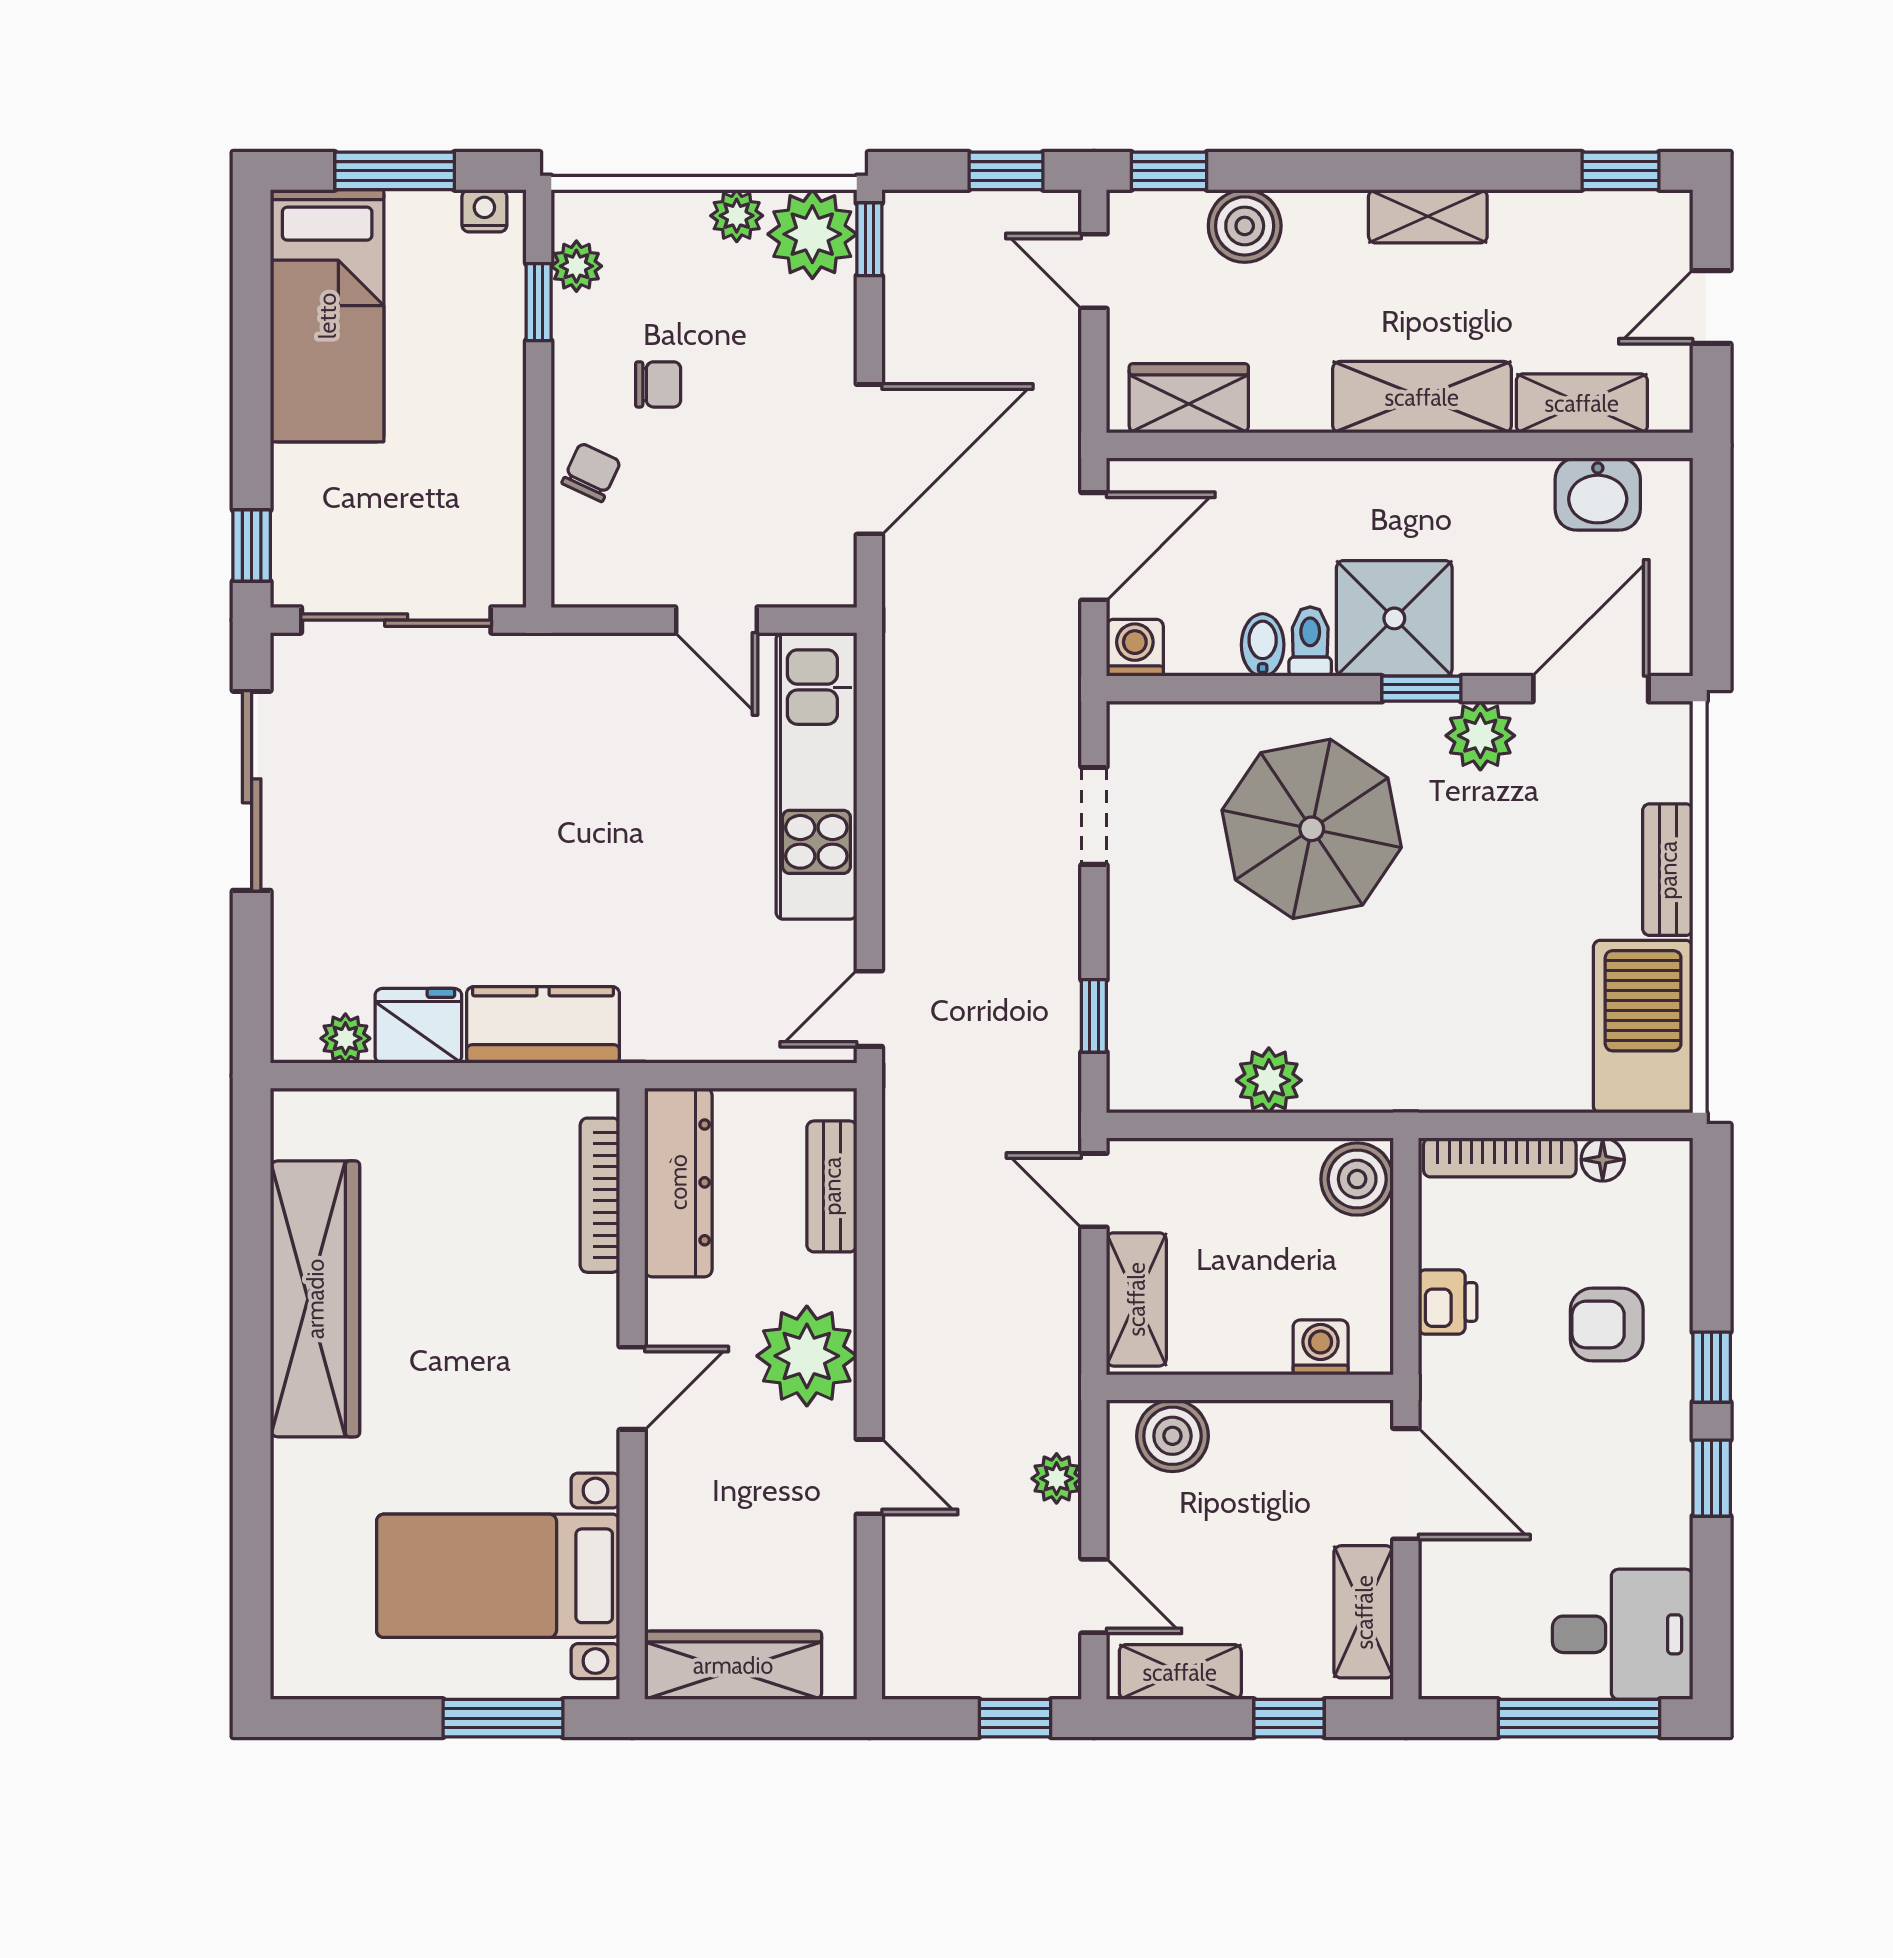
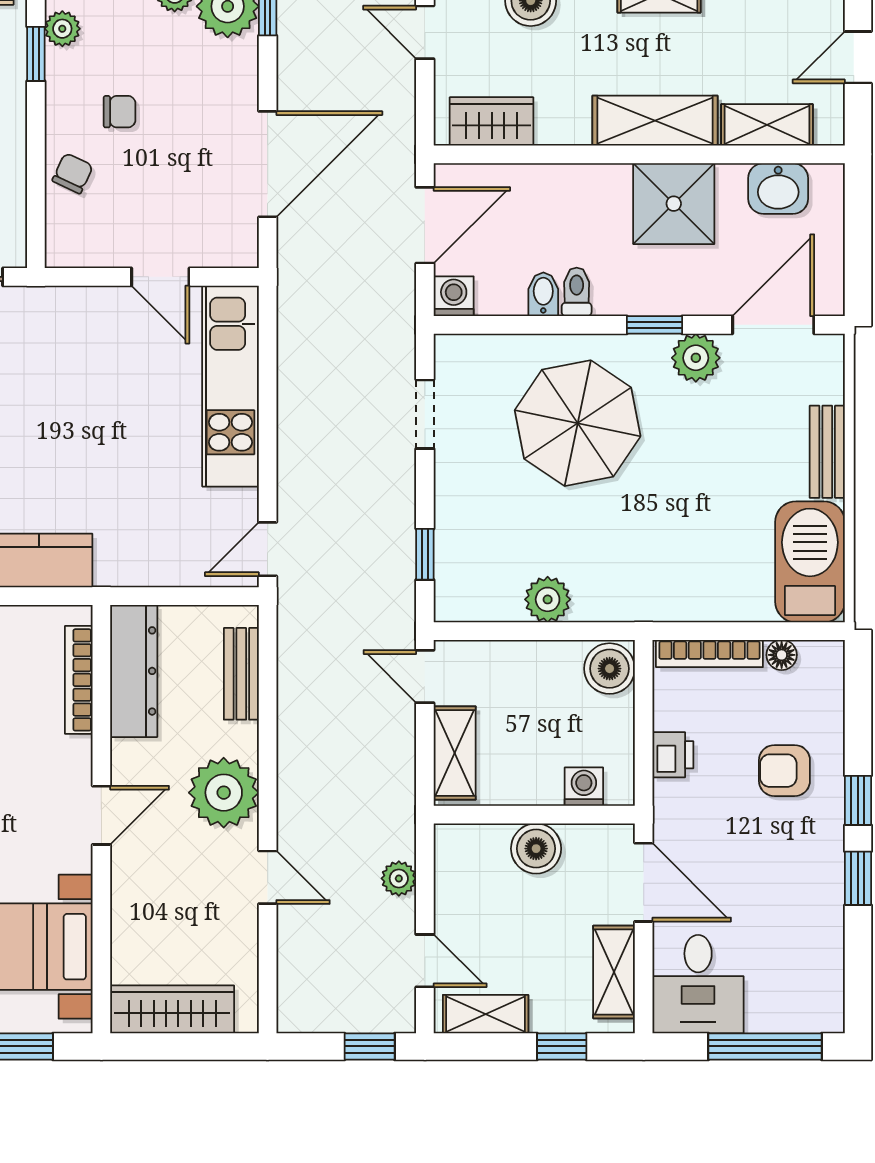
shower: (1394, 618) -> (674, 204), moved
boiler: (1172, 1436) -> (536, 849), moved
desk: (1623, 1634) -> (698, 984), moved, turned 90

